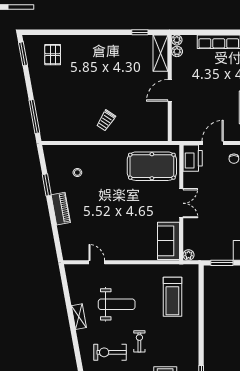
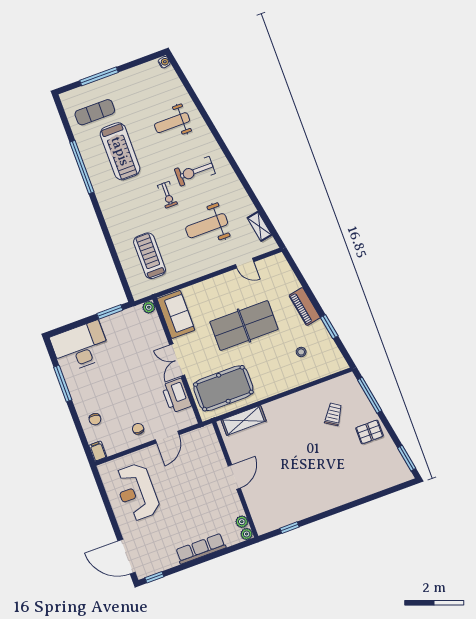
shelving: (160, 53) -> (244, 420), moved, turned 90
pallet: (53, 55) -> (369, 432), moved, turned 90
trolley: (106, 120) -> (333, 414), moved
printer: (193, 158) -> (176, 396), moved
table tennis table: (116, 211) -> (244, 326), added
shelving: (79, 317) -> (259, 226), moved
exercise bike: (110, 352) -> (195, 171), turned 180

